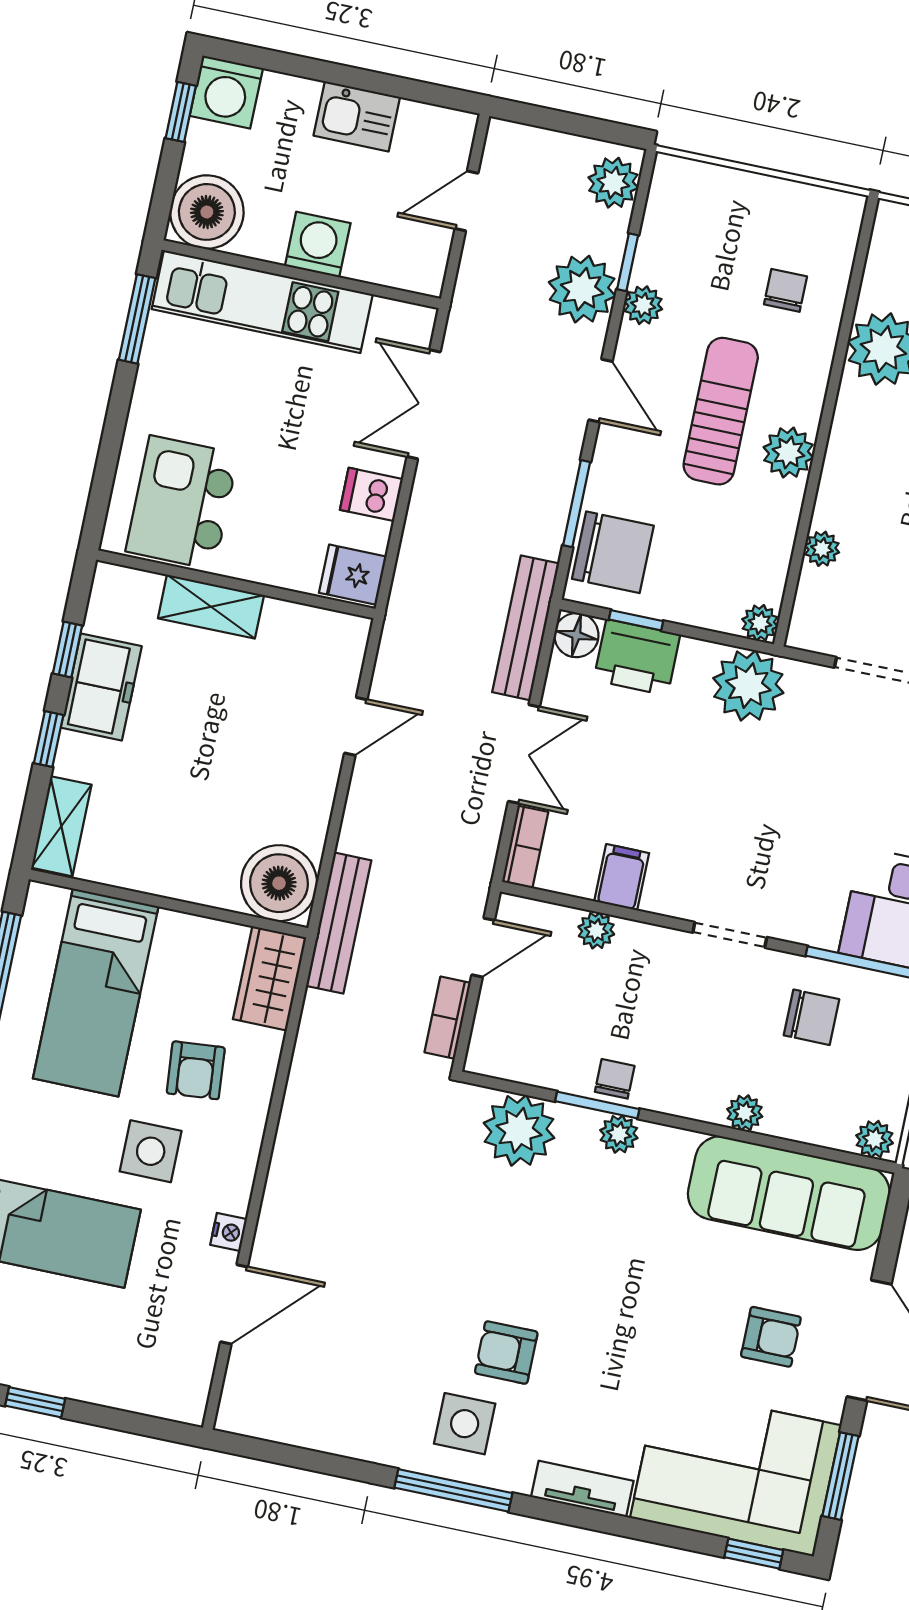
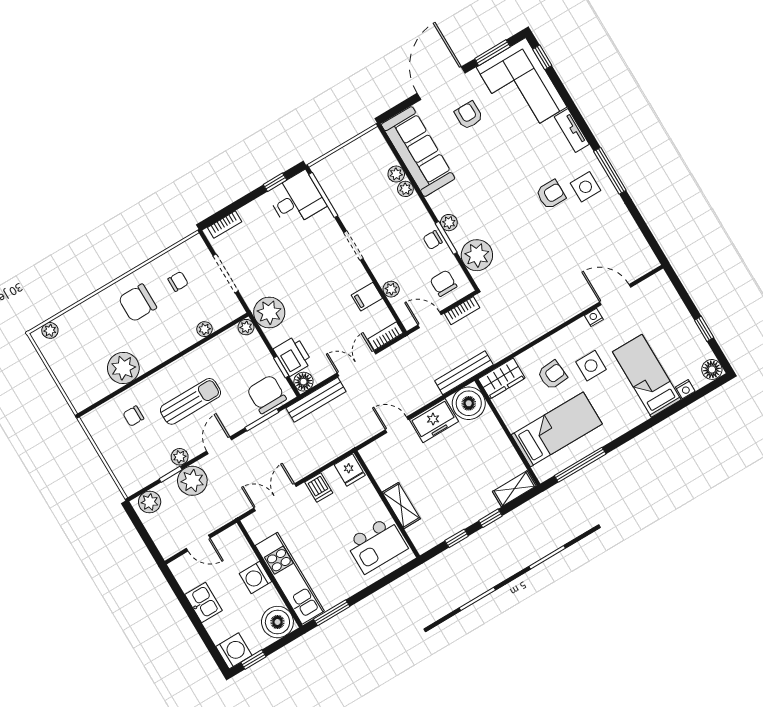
double door: (424, 404) -> (275, 497), swing flipped
sun lounger: (721, 411) -> (190, 401), turned 180
plant: (788, 452) -> (184, 368), removed
freezer: (101, 687) -> (434, 421), moved, turned 180
chair: (812, 1017) -> (443, 283), moved
plant: (875, 1139) -> (396, 174), moved
armchair: (506, 1352) -> (551, 194), turned -90

